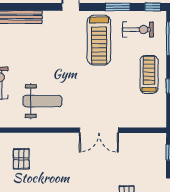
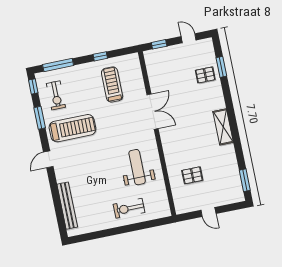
exercise bike: (138, 30) -> (56, 95), turned 180
treadmill: (149, 74) -> (112, 84), moved, turned 90

